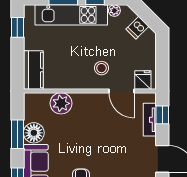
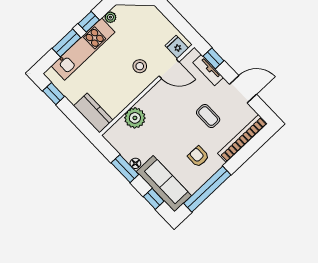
dishwasher: (137, 28) -> (138, 14), removed
floor lamp: (34, 133) -> (135, 163), width x0.53, depth x0.53
coffee table: (117, 154) -> (208, 116), added

